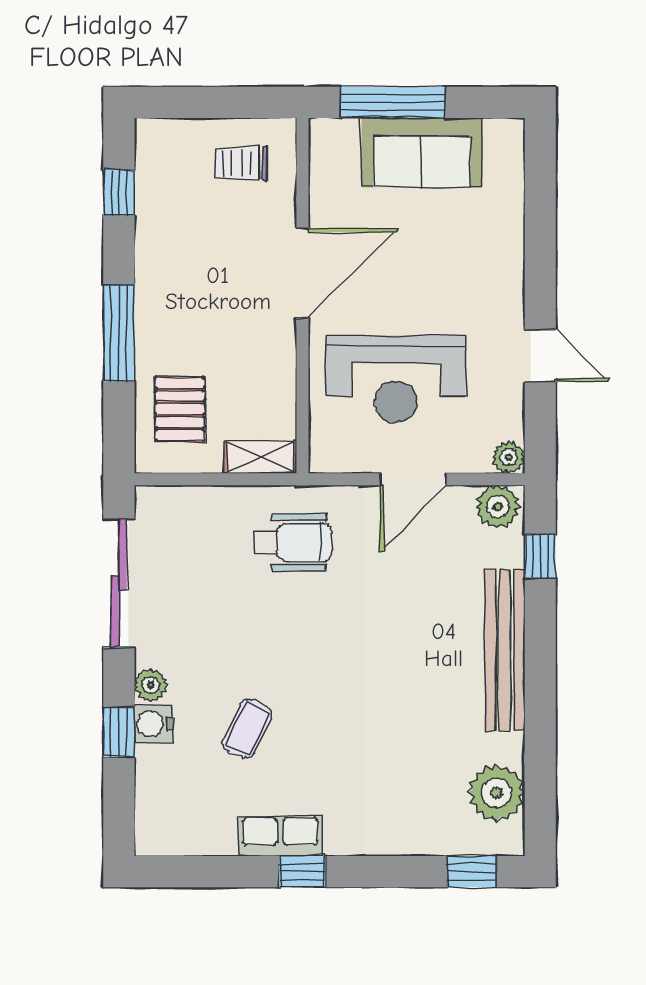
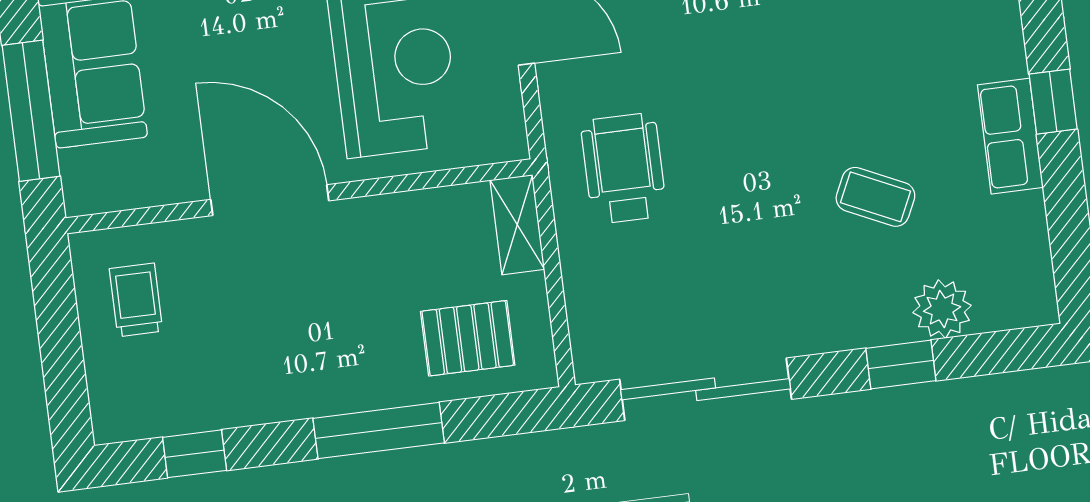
trolley: (240, 163) -> (136, 300), turned 180
plant: (151, 685) -> (942, 309), moved, width x1.38, depth x1.38
water cooler: (154, 724) -> (884, 321), removed

